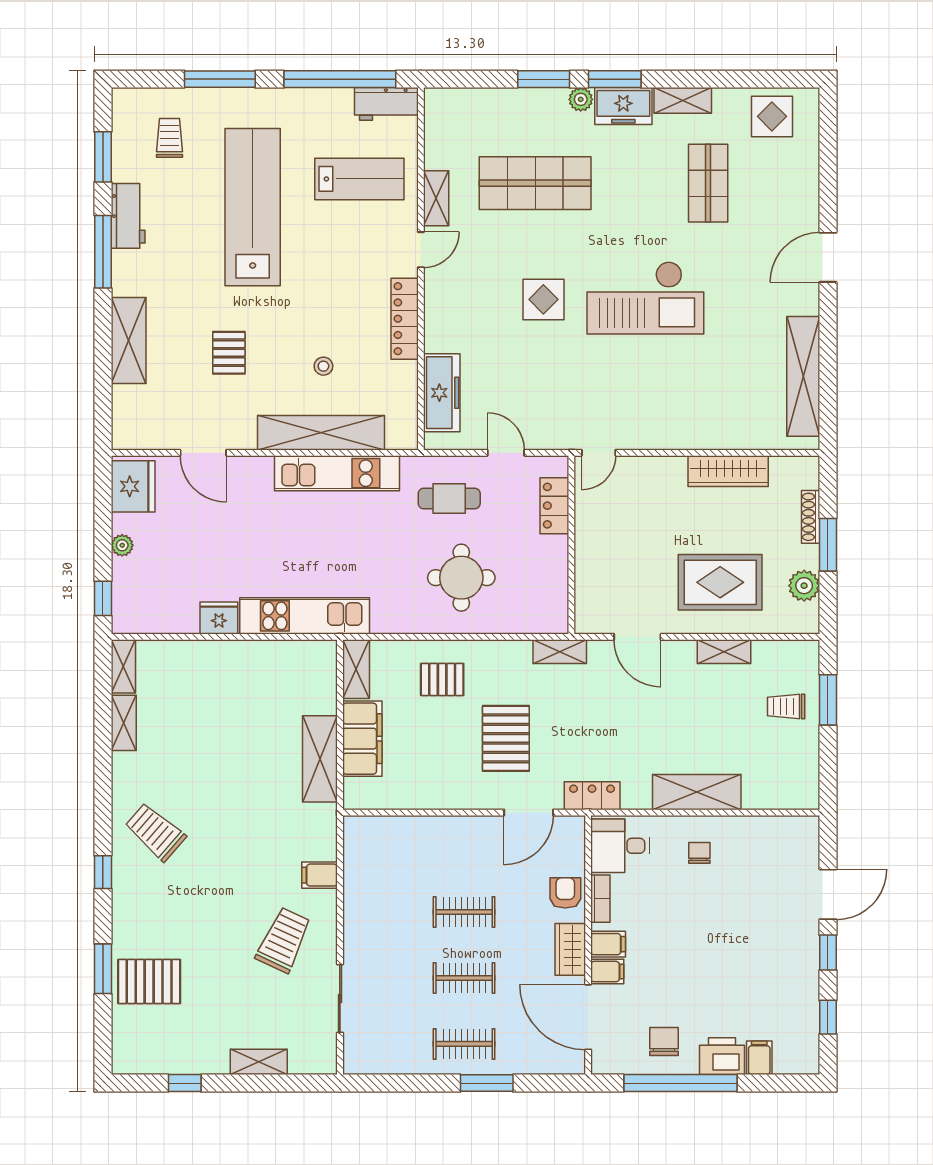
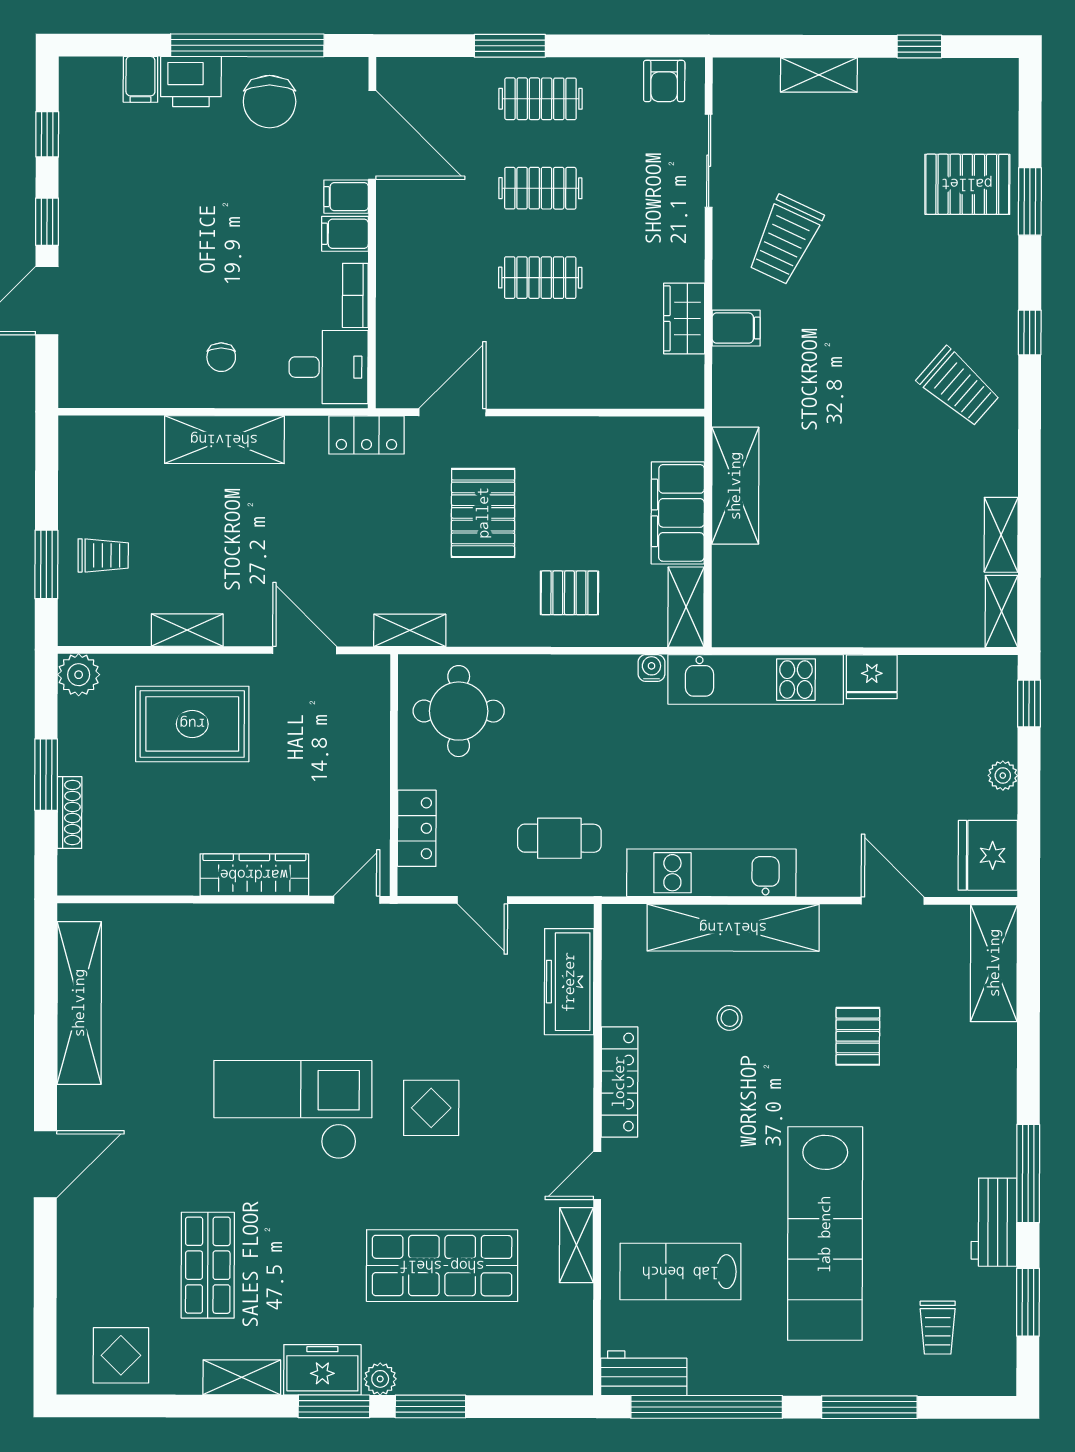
shelving: (129, 341) -> (994, 963), moved
wardrobe: (728, 471) -> (254, 875), moved
round table: (461, 578) -> (459, 711), moved
plant: (804, 586) -> (79, 675), moved
water cooler: (381, 624) -> (651, 668), added
armchair: (565, 893) -> (664, 81), moved
wardrobe: (570, 949) -> (684, 318), moved, turned 180
chair: (664, 1042) -> (270, 102), width x1.37, depth x1.37

